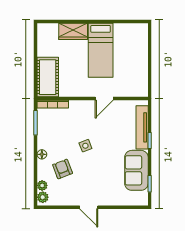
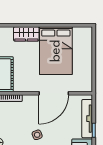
bed: (101, 50) -> (56, 51), width x1.50
door: (104, 99) -> (54, 93), width x1.87

